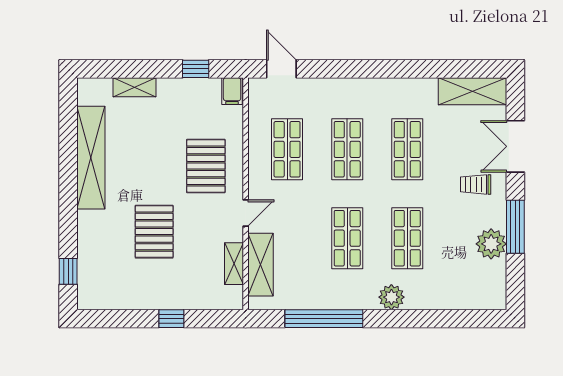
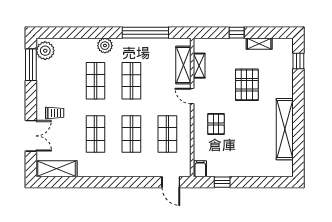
shelving: (135, 87) -> (259, 44), moved
pallet: (206, 166) -> (216, 124), width x0.67, depth x0.71
door: (246, 213) -> (192, 96), hinge flipped
window: (515, 227) -> (31, 65), moved
plant: (491, 244) -> (45, 51), moved

